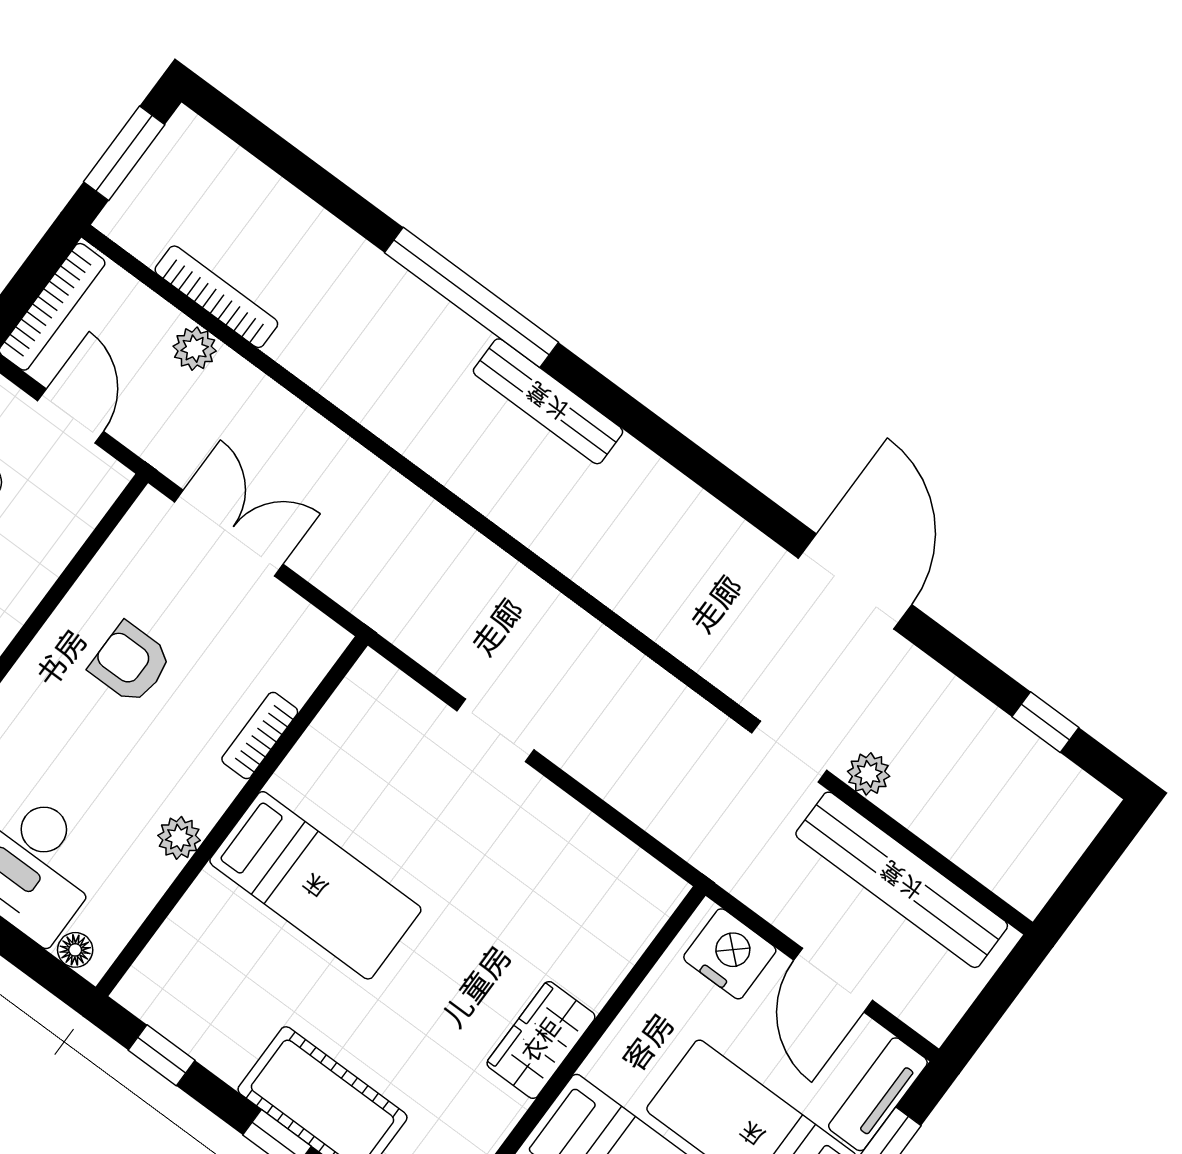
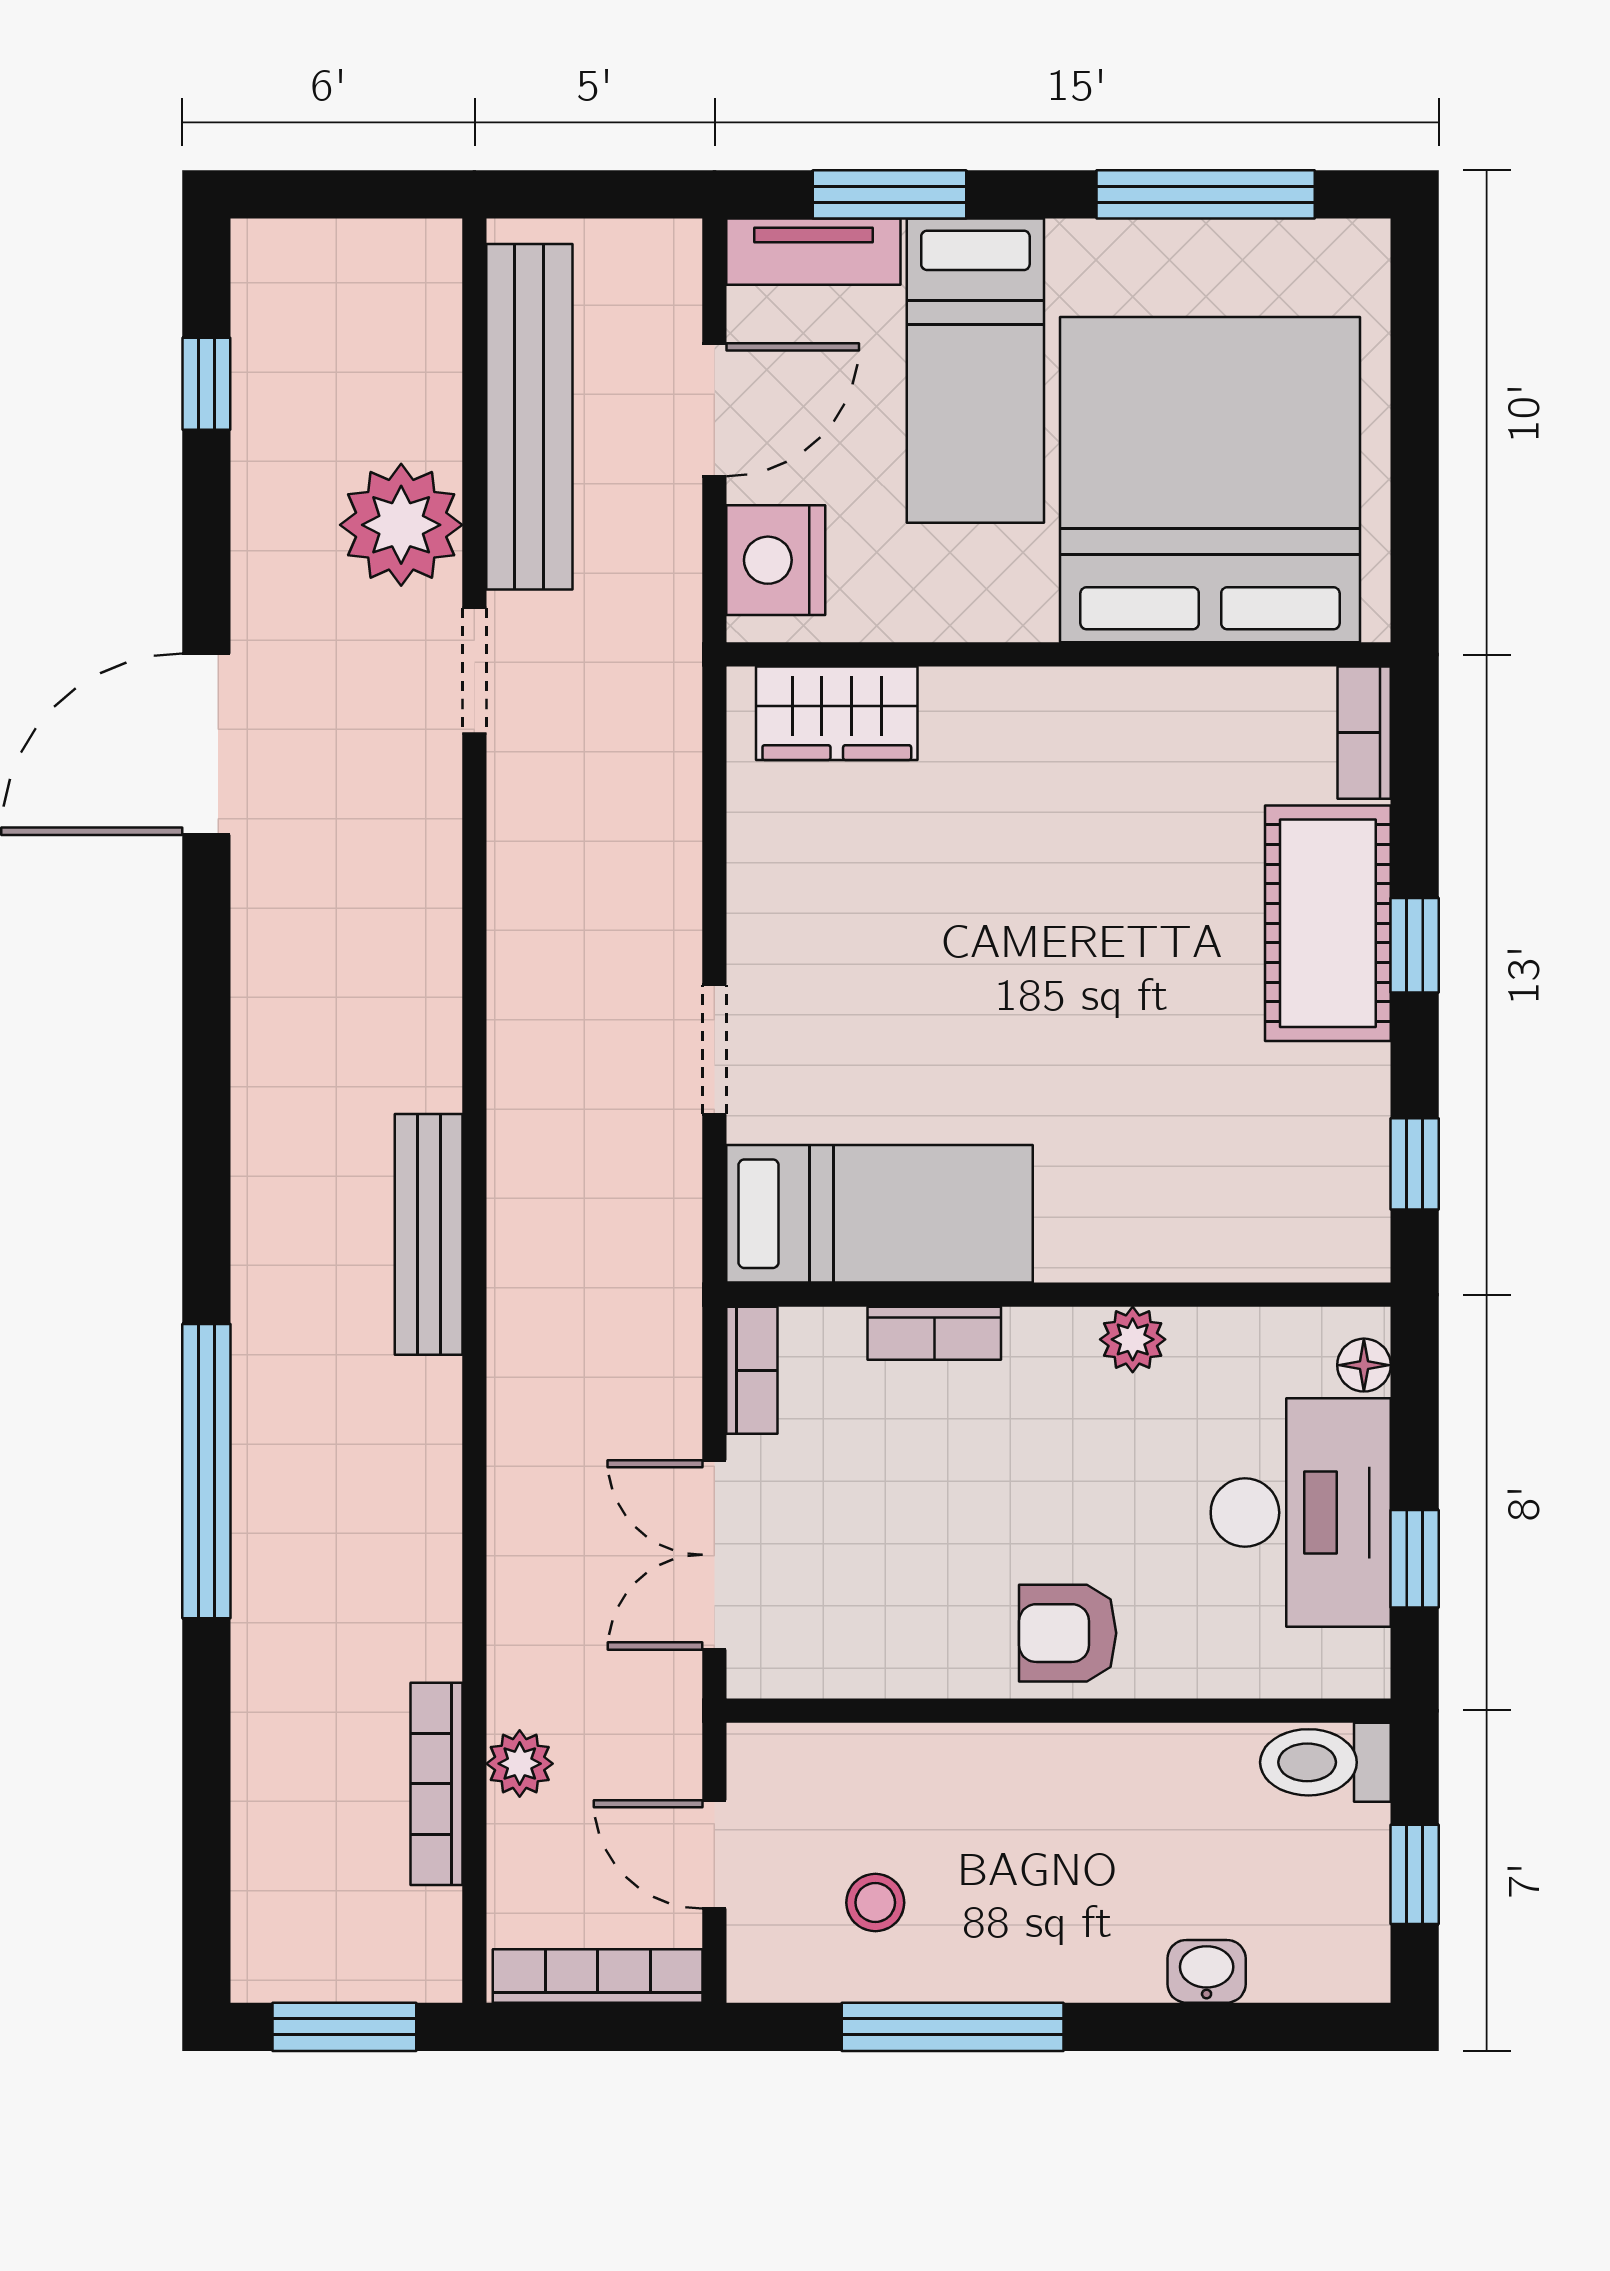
bench: (548, 401) -> (429, 1234), moved
door: (71, 416) -> (714, 1854), hinge flipped
bookcase: (312, 625) -> (752, 1370), added
armchair: (130, 663) -> (1068, 1633), moved, turned 90
plant: (869, 774) -> (401, 525), width x1.88, depth x1.88
bed: (315, 885) -> (880, 1214), moved, turned 90
wardrobe: (541, 1040) -> (837, 713), moved

